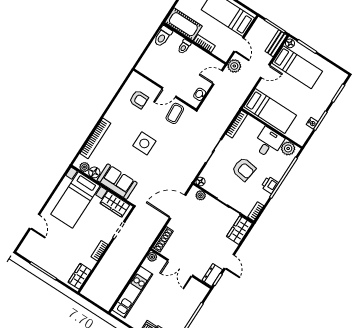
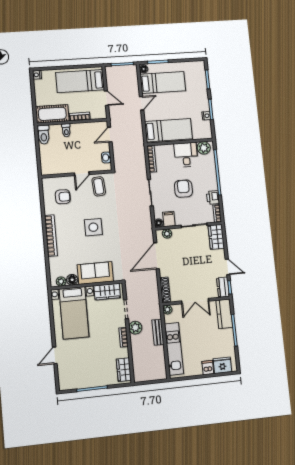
bench: (276, 43) -> (158, 332), moved
plant: (234, 66) -> (135, 328), moved
bookcase: (95, 138) -> (51, 236), moved
armchair: (244, 169) -> (183, 189), turned -98
filing cabinet: (212, 185) -> (169, 219), added
printer: (270, 185) -> (213, 197), moved
door: (34, 221) -> (55, 355), swing flipped
kitchen counter: (196, 297) -> (224, 314), added

